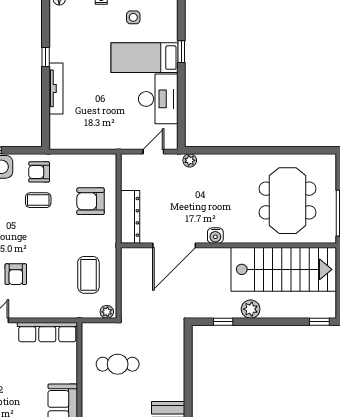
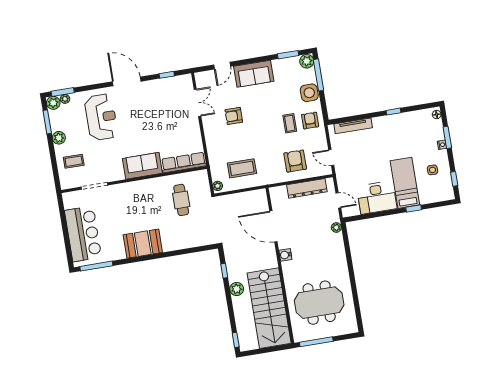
tv unit: (56, 88) -> (353, 126), moved
door: (94, 152) -> (331, 157), added
dresser: (130, 217) -> (307, 188), moved
row of seats: (47, 332) -> (184, 163), moved, turned 90

